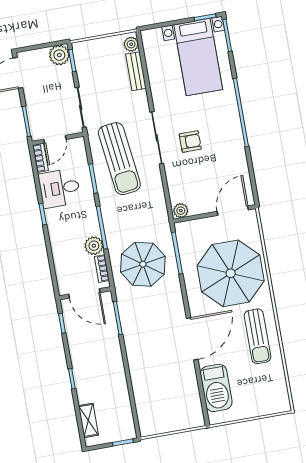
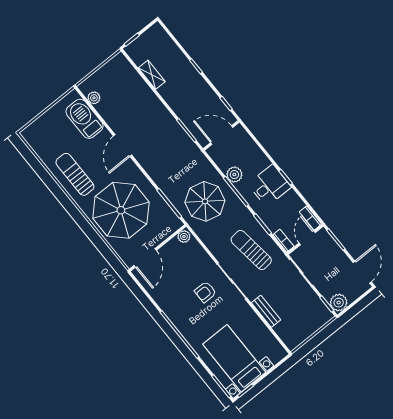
plant: (131, 44) -> (94, 98), moved
bench: (136, 71) -> (266, 311), moved
sun lounger: (119, 159) -> (251, 250), width x0.73, depth x0.75
desk: (59, 188) -> (269, 186), moved
parasol: (143, 264) -> (205, 201), moved
bookcase: (102, 269) -> (283, 241), moved
door: (192, 339) -> (123, 146), width x0.73
shelving: (88, 420) -> (152, 75), moved

